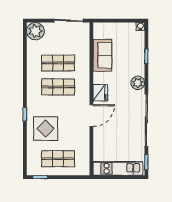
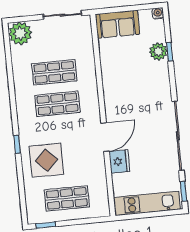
sofa: (102, 55) -> (117, 24), moved, turned 90
plant: (138, 83) -> (158, 51), moved
fridge: (100, 93) -> (119, 161), moved

